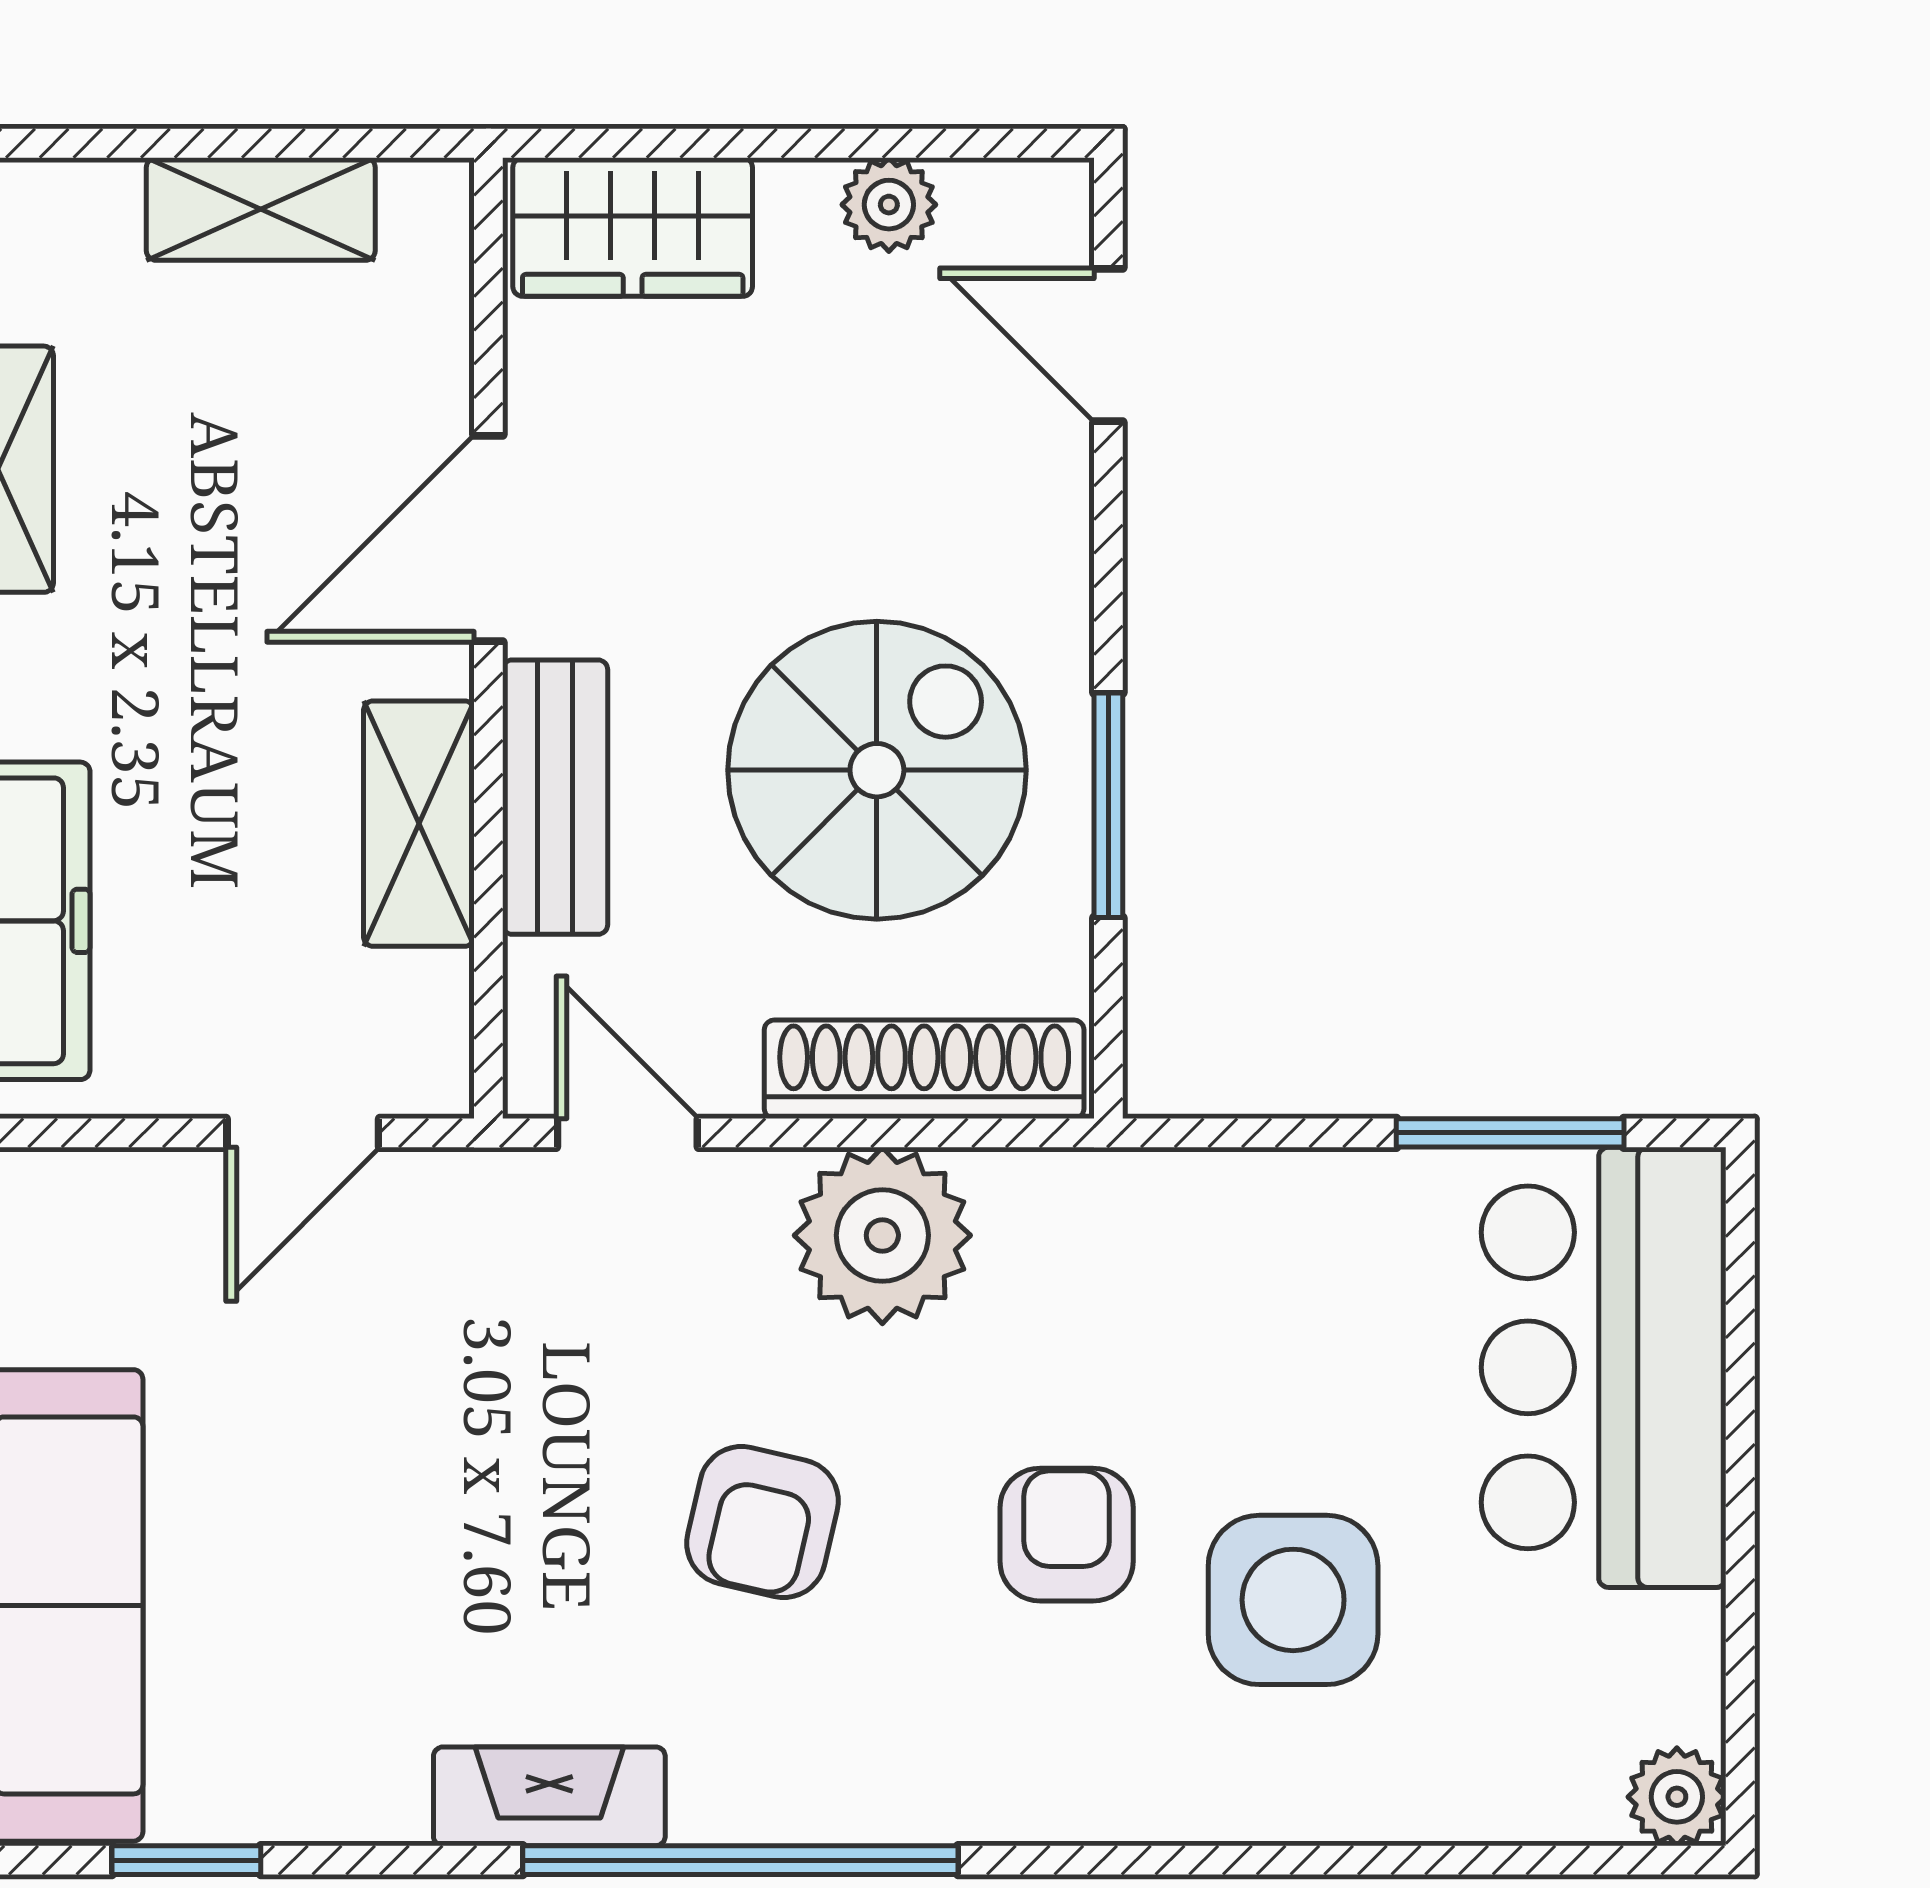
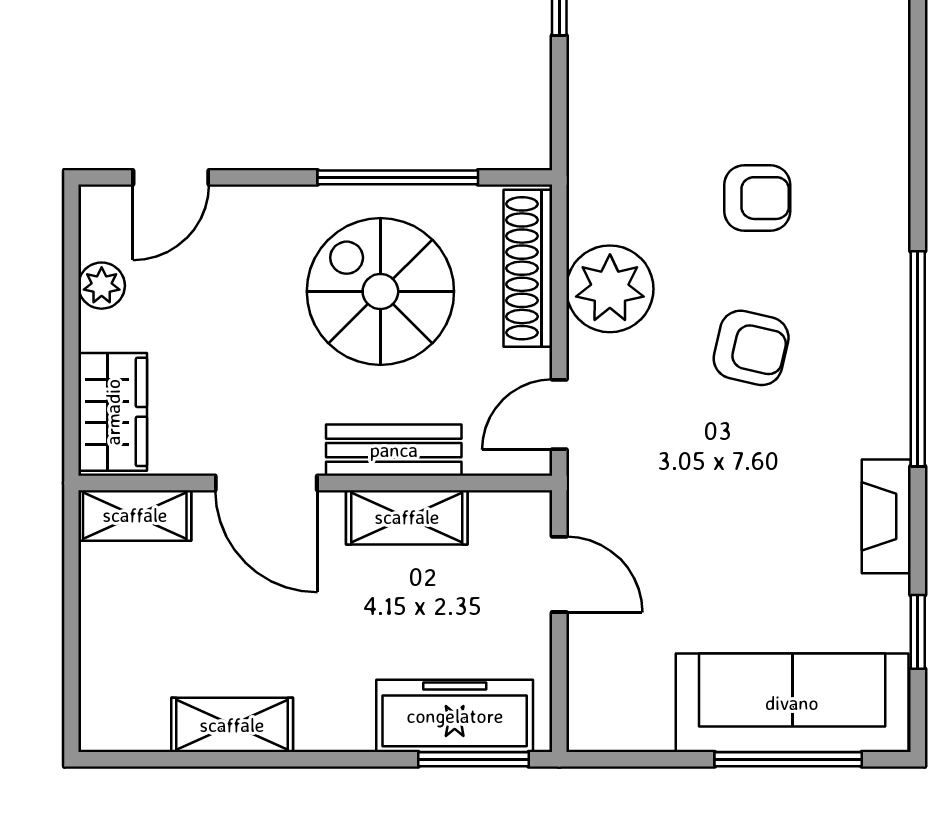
shelving: (261, 209) -> (135, 515), moved, turned 90
window: (1108, 805) -> (398, 177), width x1.44
armchair: (1067, 1535) -> (757, 198), turned 180
side table: (1293, 1600) -> (789, 86), removed
fireplace: (549, 1796) -> (886, 516), moved

